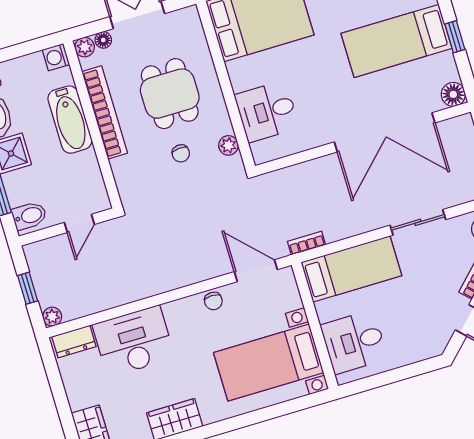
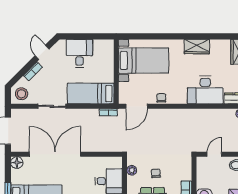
door: (256, 271) -> (137, 106), hinge flipped
desk: (354, 342) -> (79, 53), moved, turned -90

